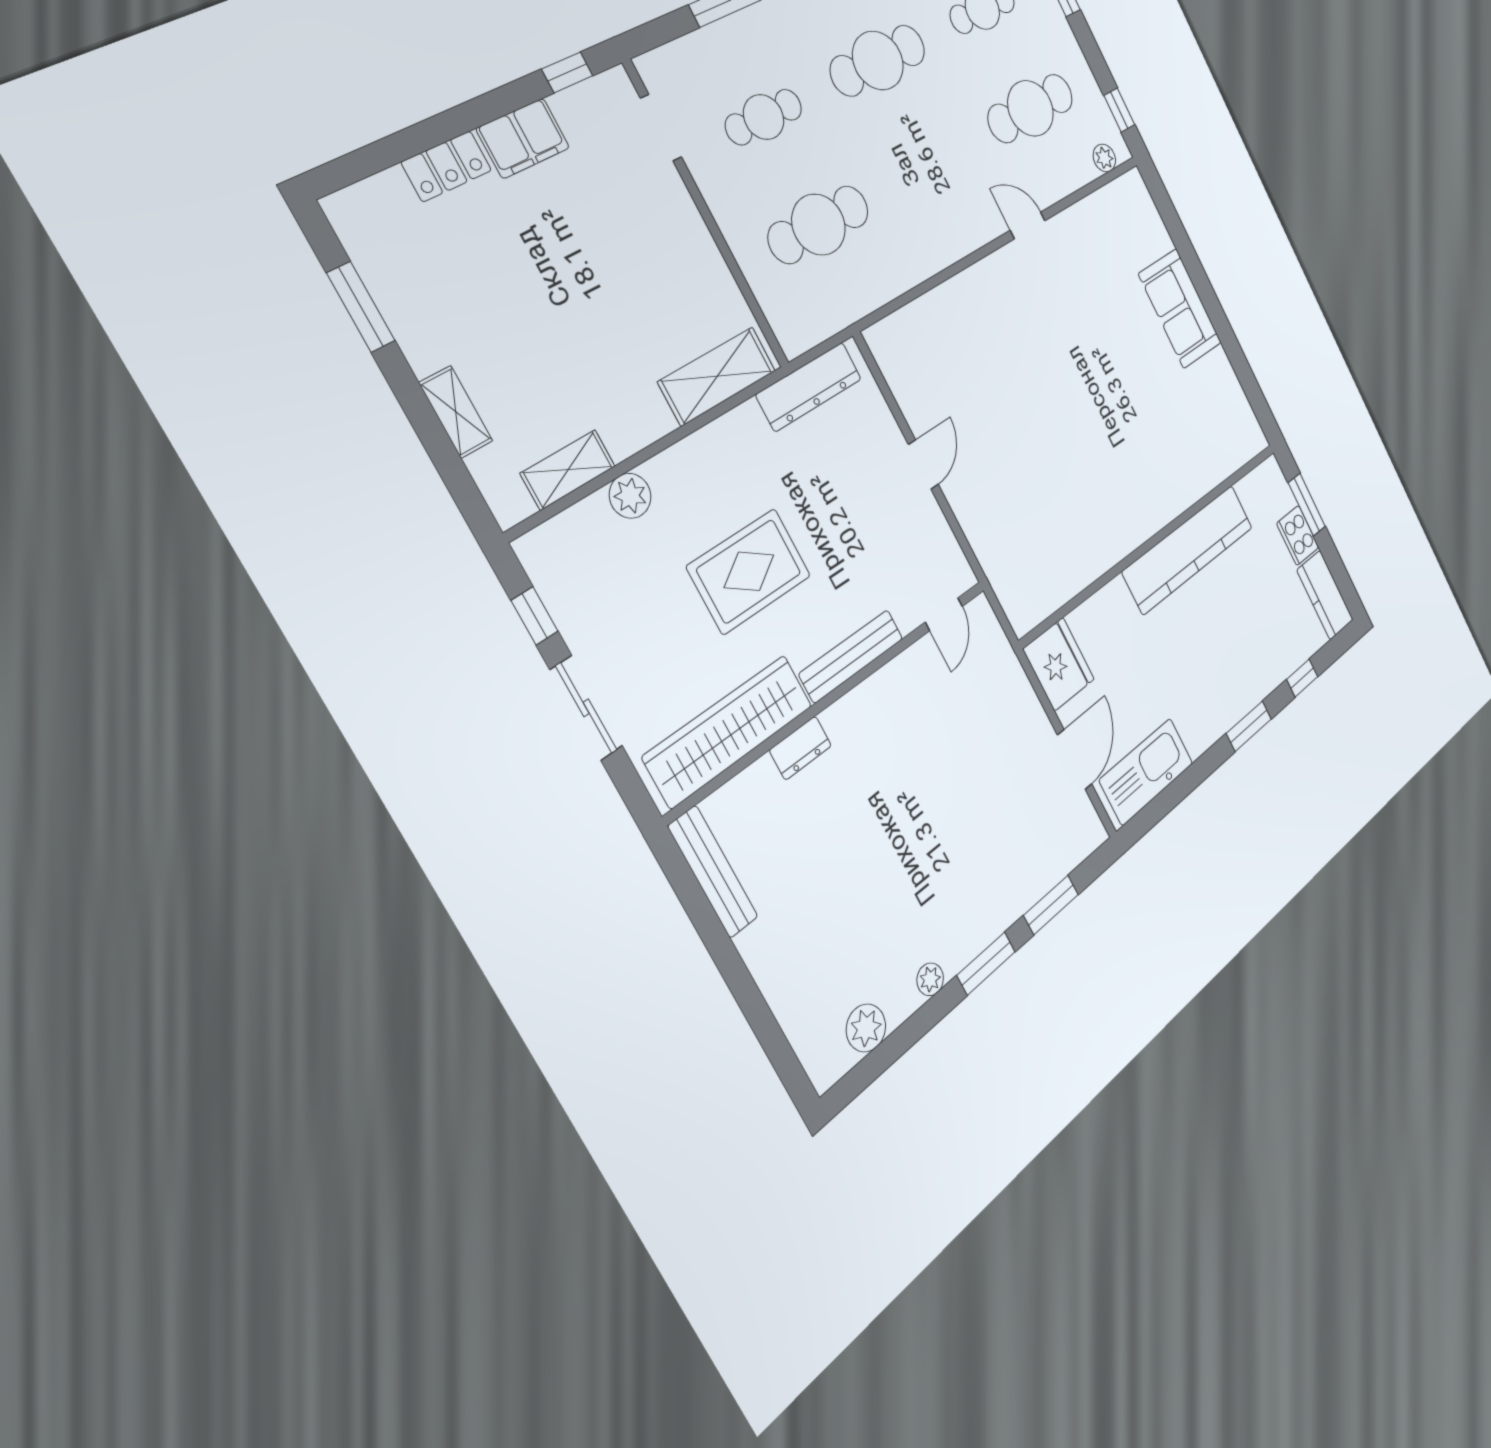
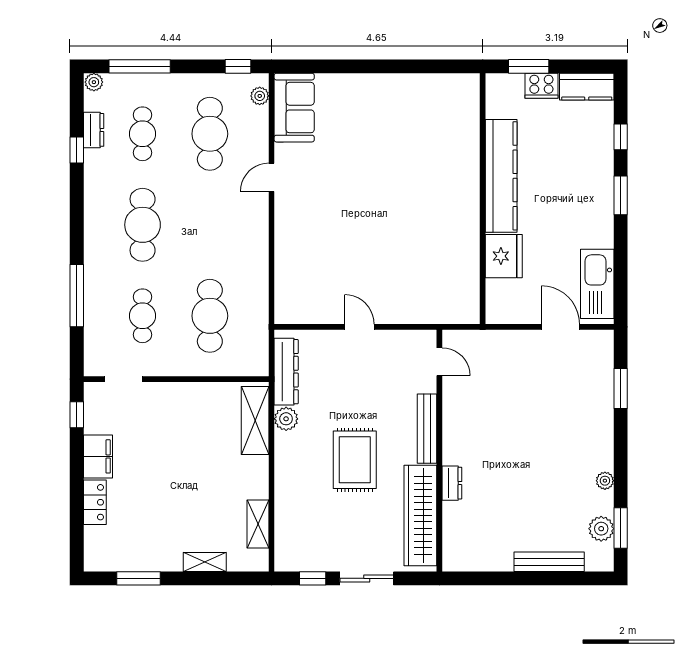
sofa: (1180, 308) -> (294, 108), moved, turned -90
plant: (630, 496) -> (286, 419), moved
fridge: (1059, 664) -> (504, 256), moved, turned 90
bench: (713, 872) -> (549, 562), moved
window: (986, 963) -> (621, 528), moved

